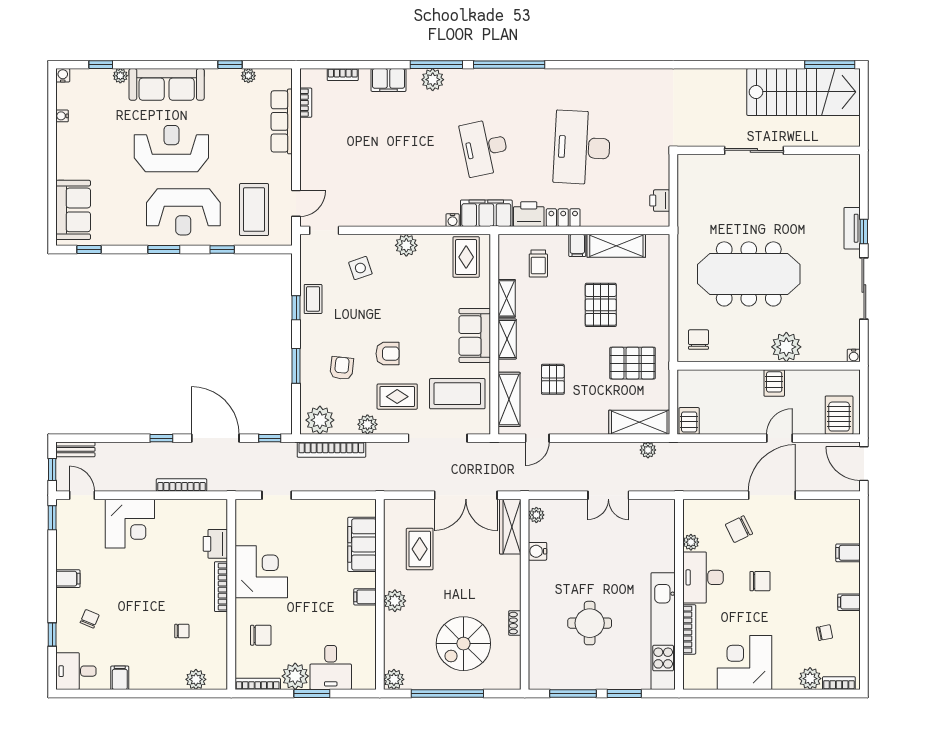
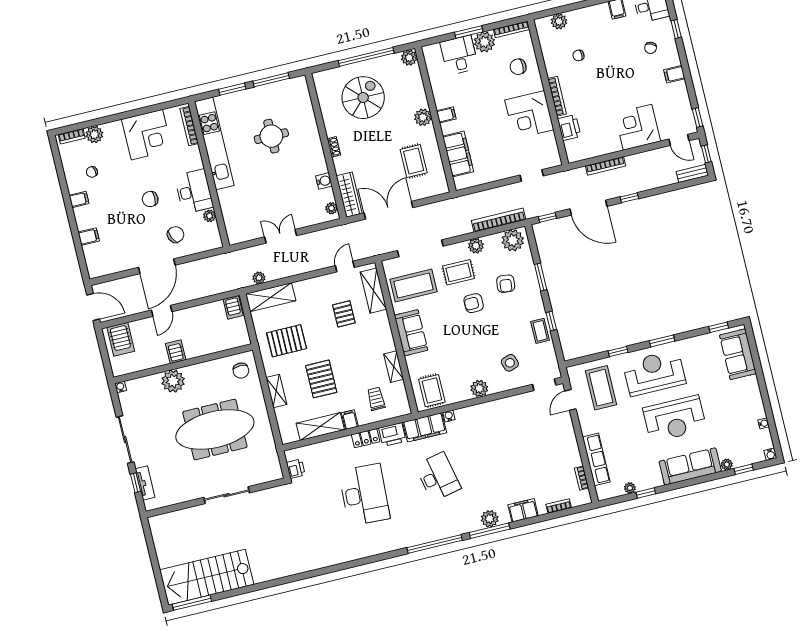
sliding door: (754, 150) -> (227, 495), moved
wall: (769, 150) -> (216, 498), moved
shelving: (507, 339) -> (276, 391), moved
shoe rack: (515, 623) -> (334, 147), moved
bookcase: (689, 629) -> (189, 126), moved

